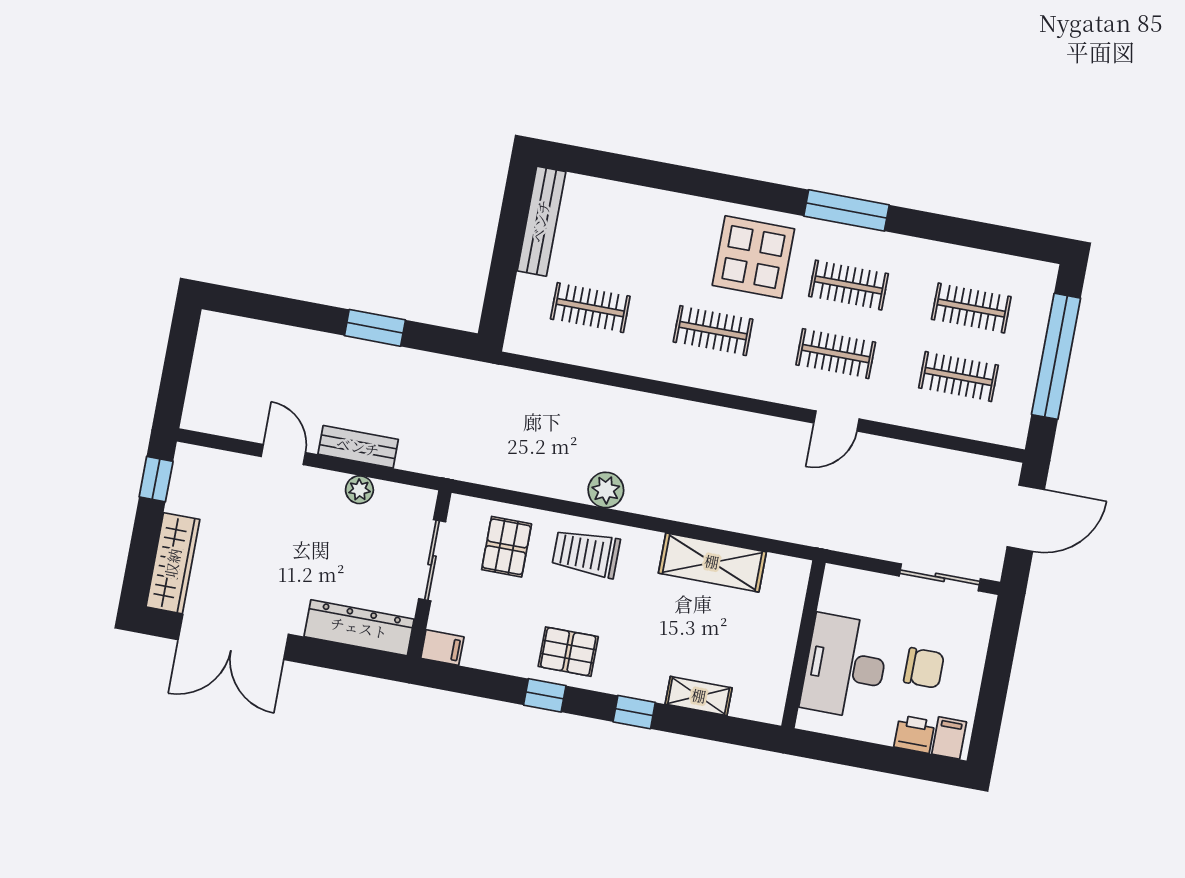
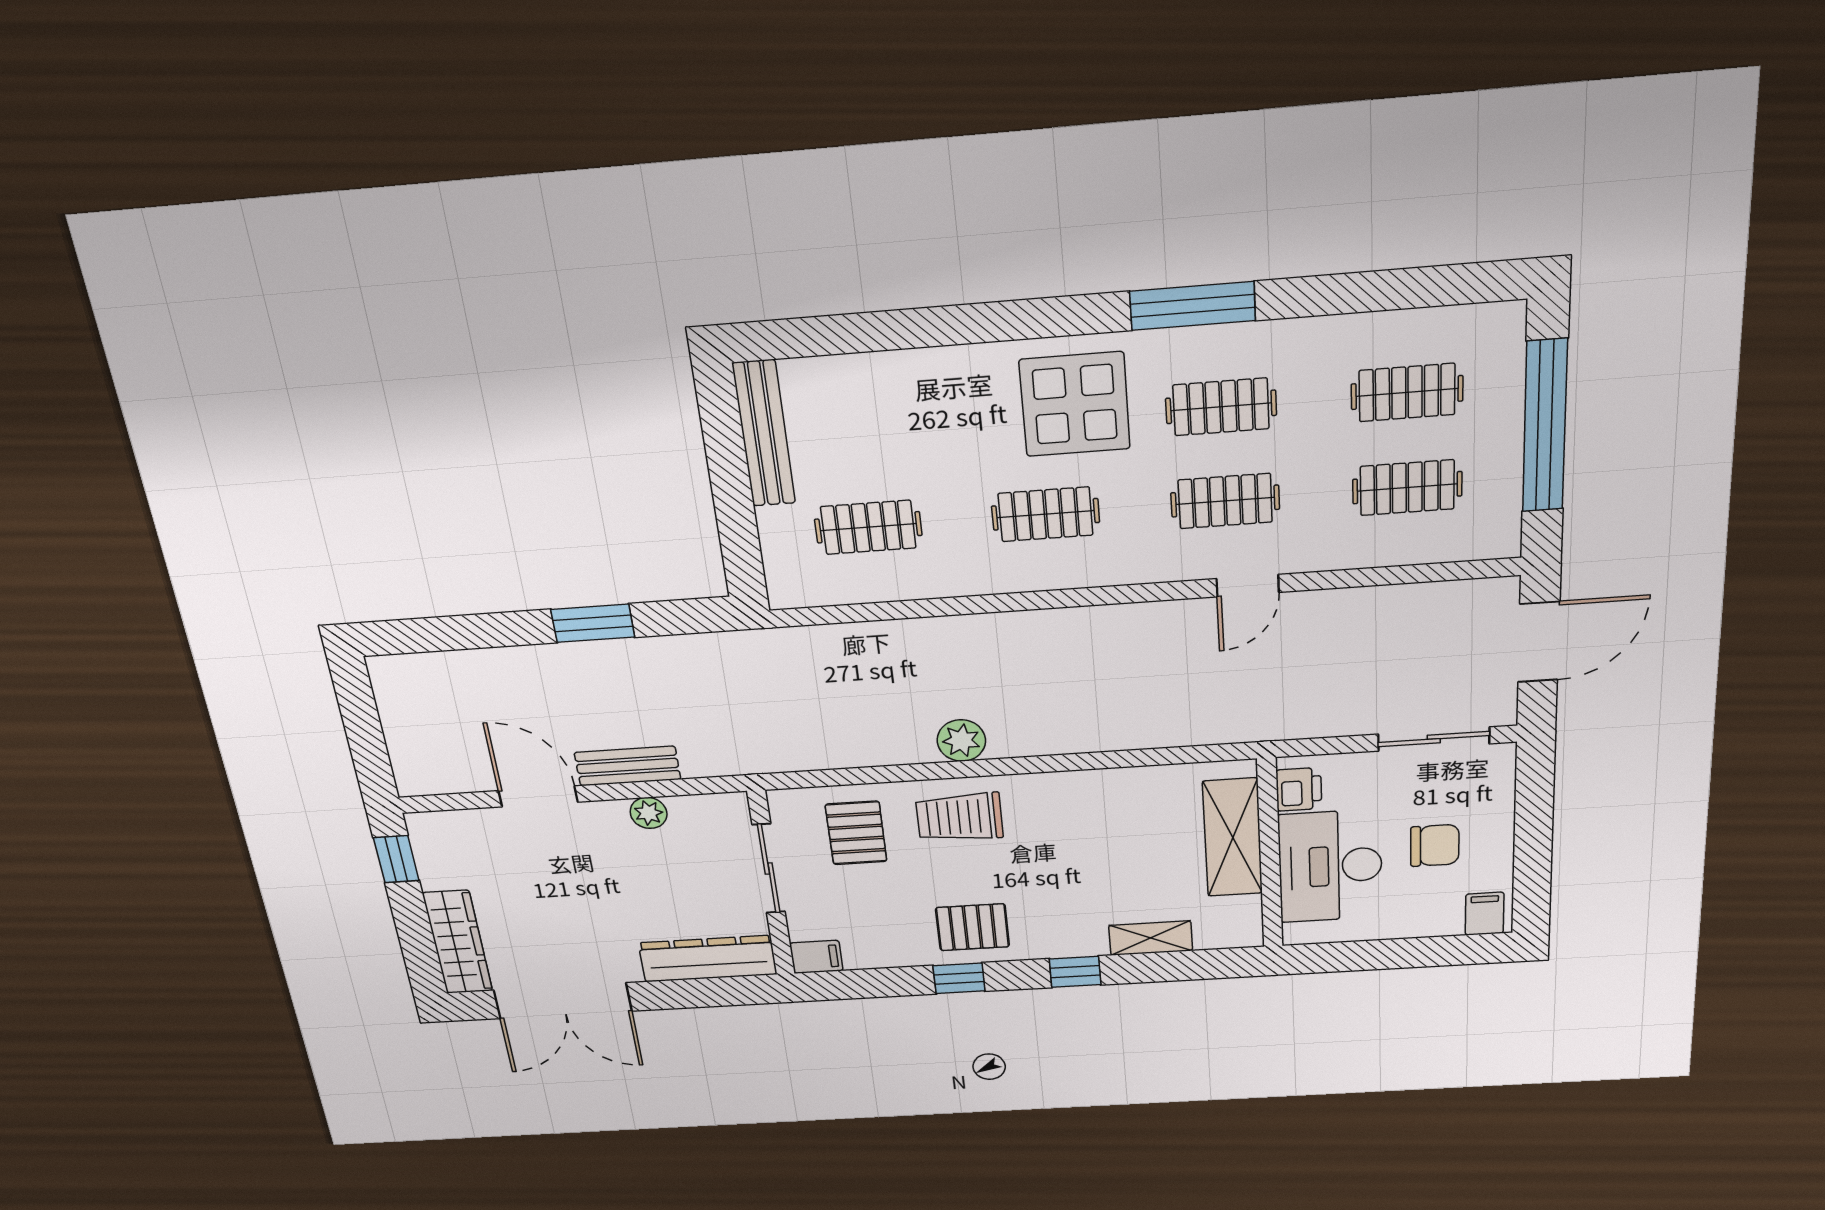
door: (283, 454) -> (538, 796), width x1.38
shelving: (712, 562) -> (1233, 838), moved, turned 90
printer: (914, 734) -> (1299, 789), moved, turned 90

